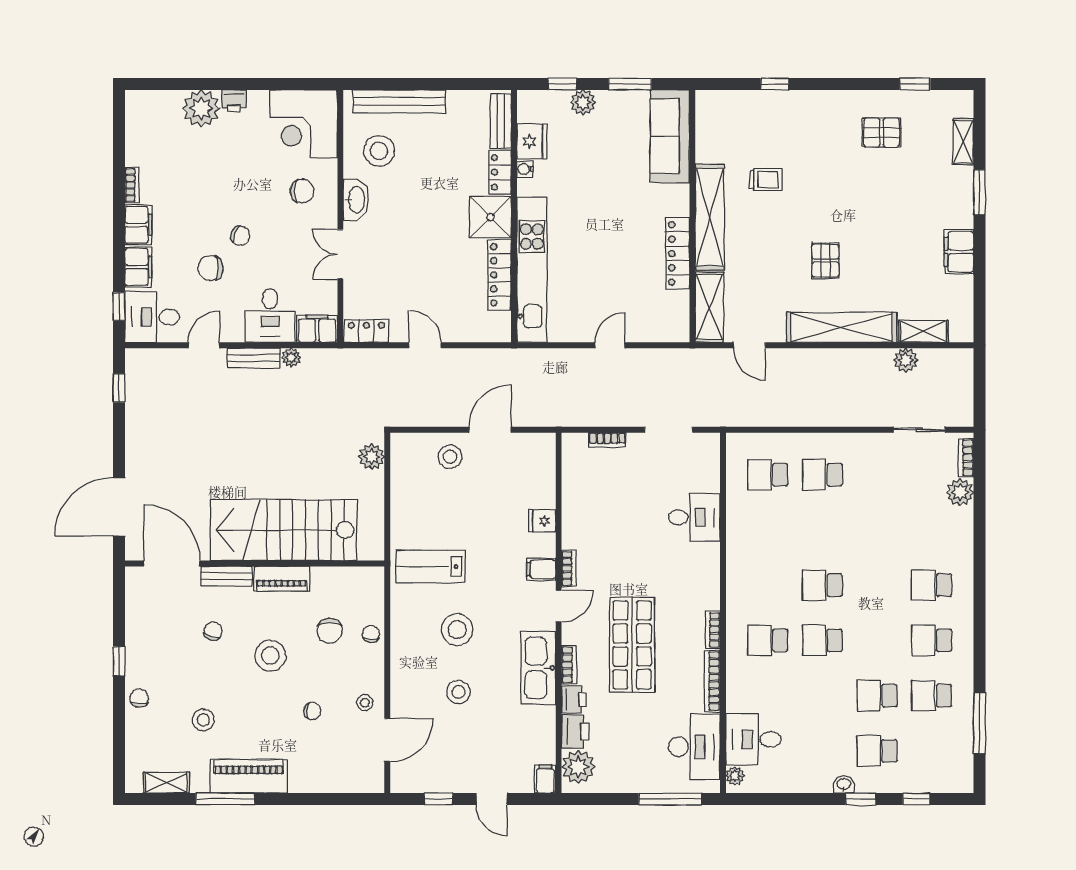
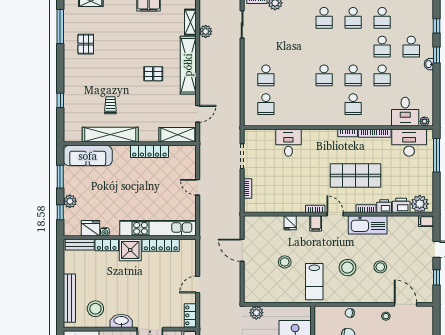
window: (915, 84) -> (60, 27), width x2.17
shelving: (710, 217) -> (110, 135), moved
stool: (450, 457) -> (285, 262), moved
school desk: (822, 696) -> (382, 75), added

